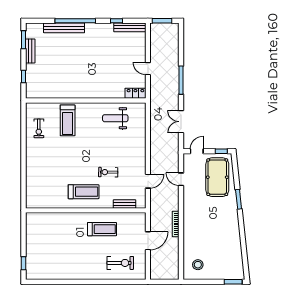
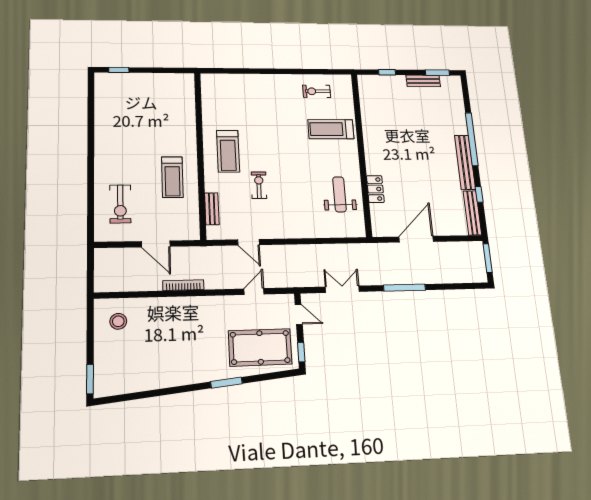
bench: (64, 28) -> (465, 162), moved
door: (148, 69) -> (416, 239), width x1.88
locker: (135, 93) -> (375, 189), moved

